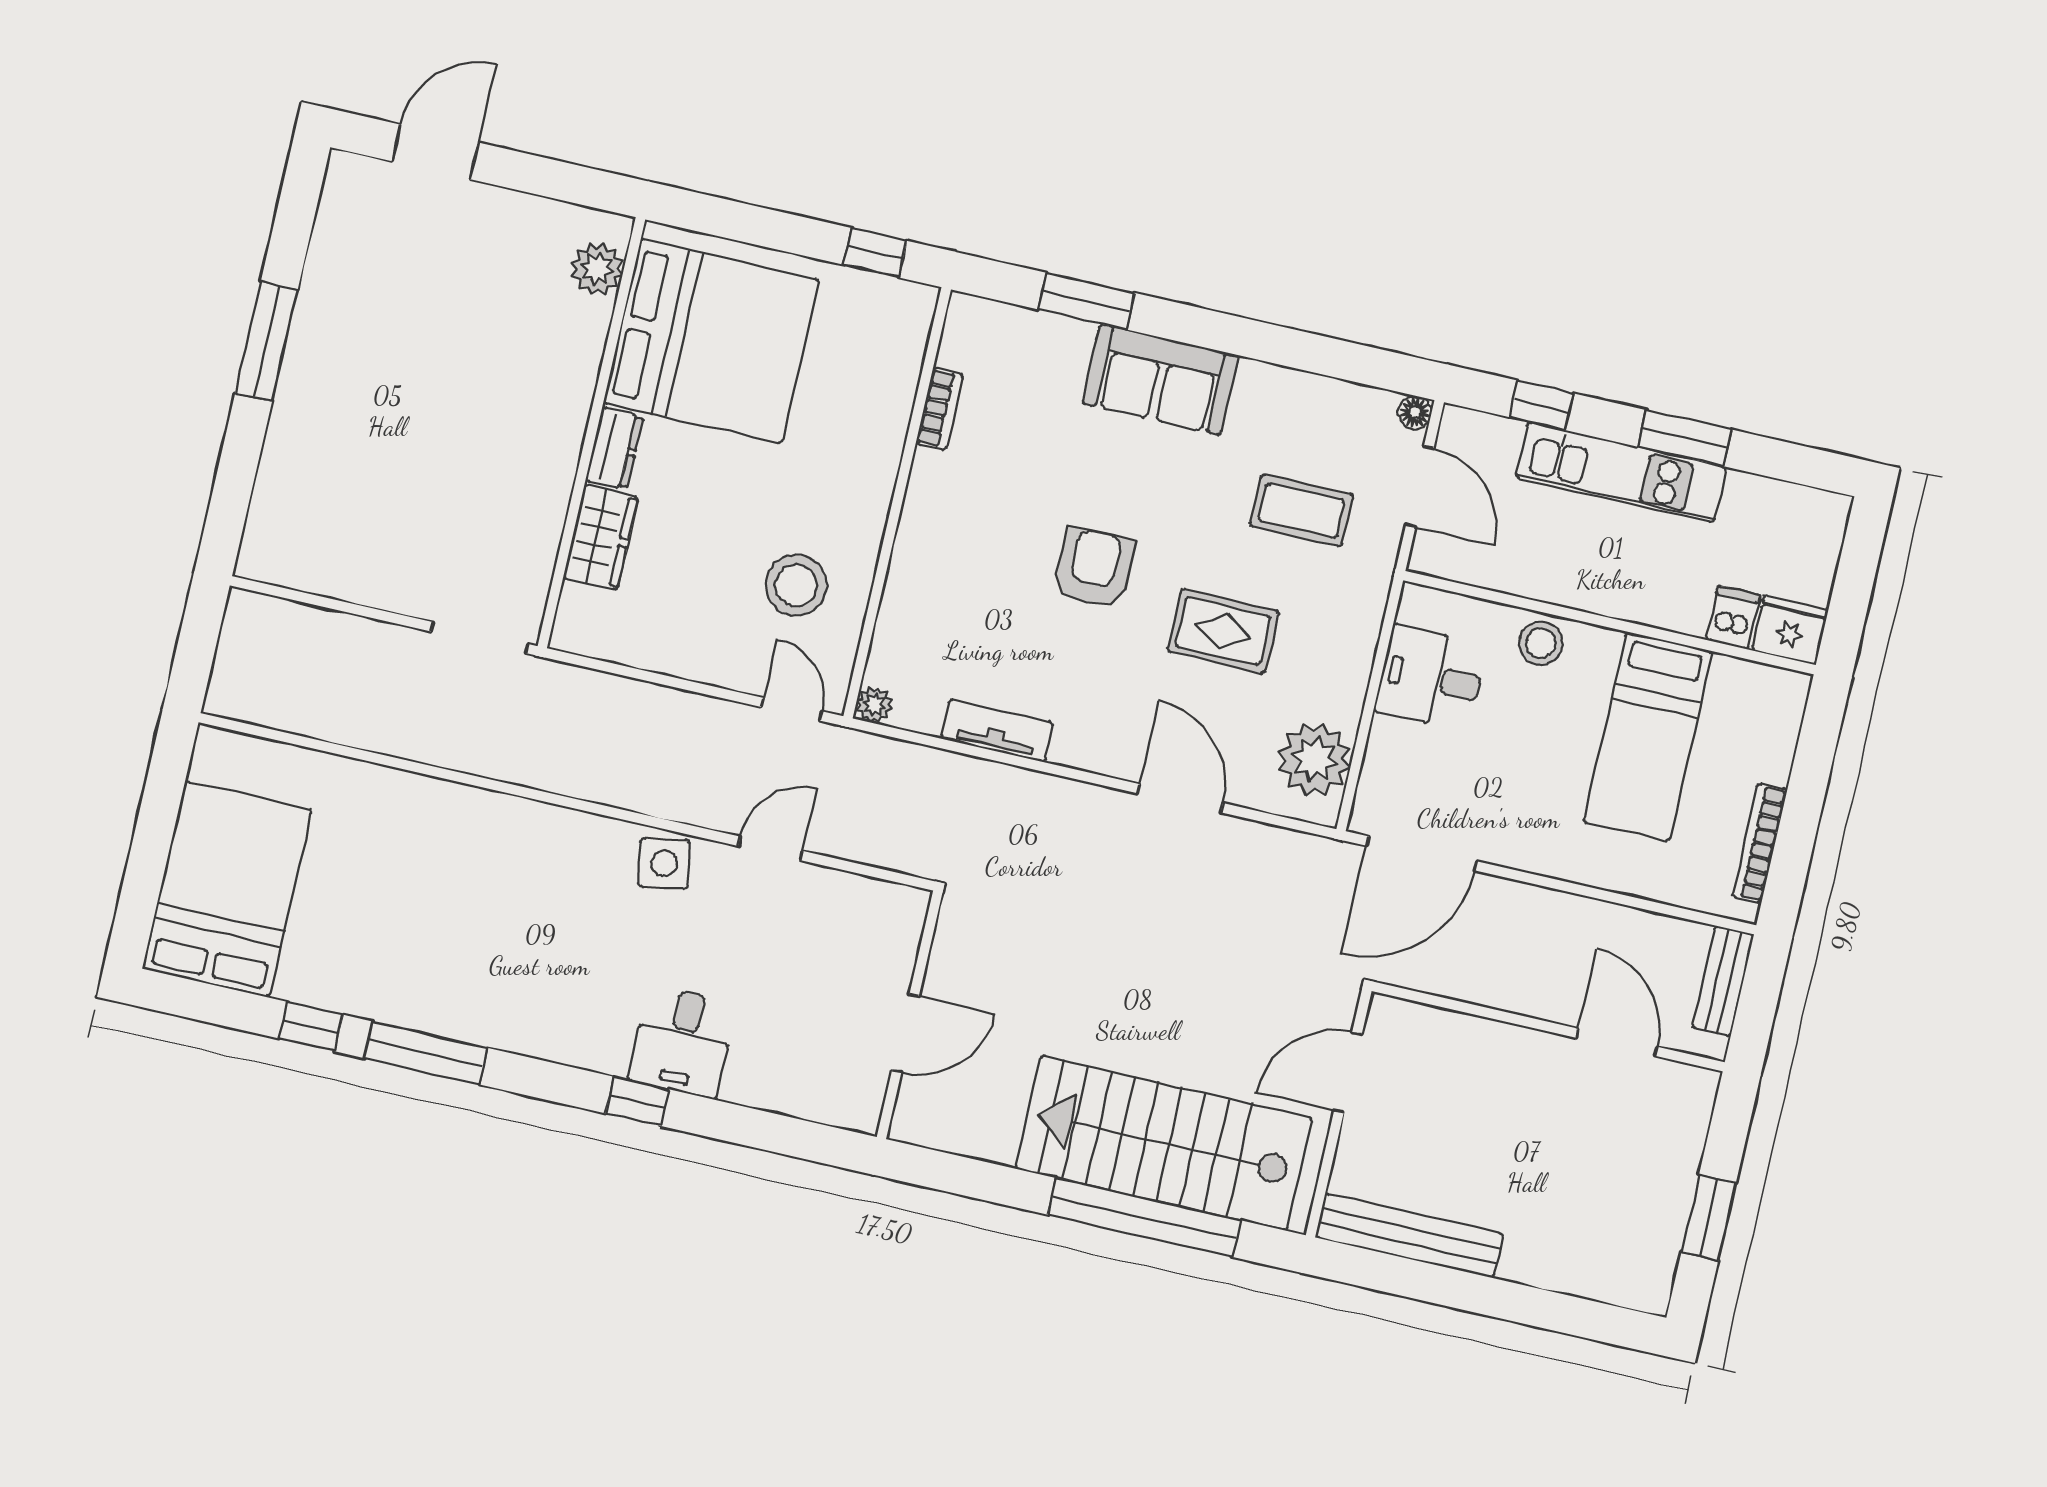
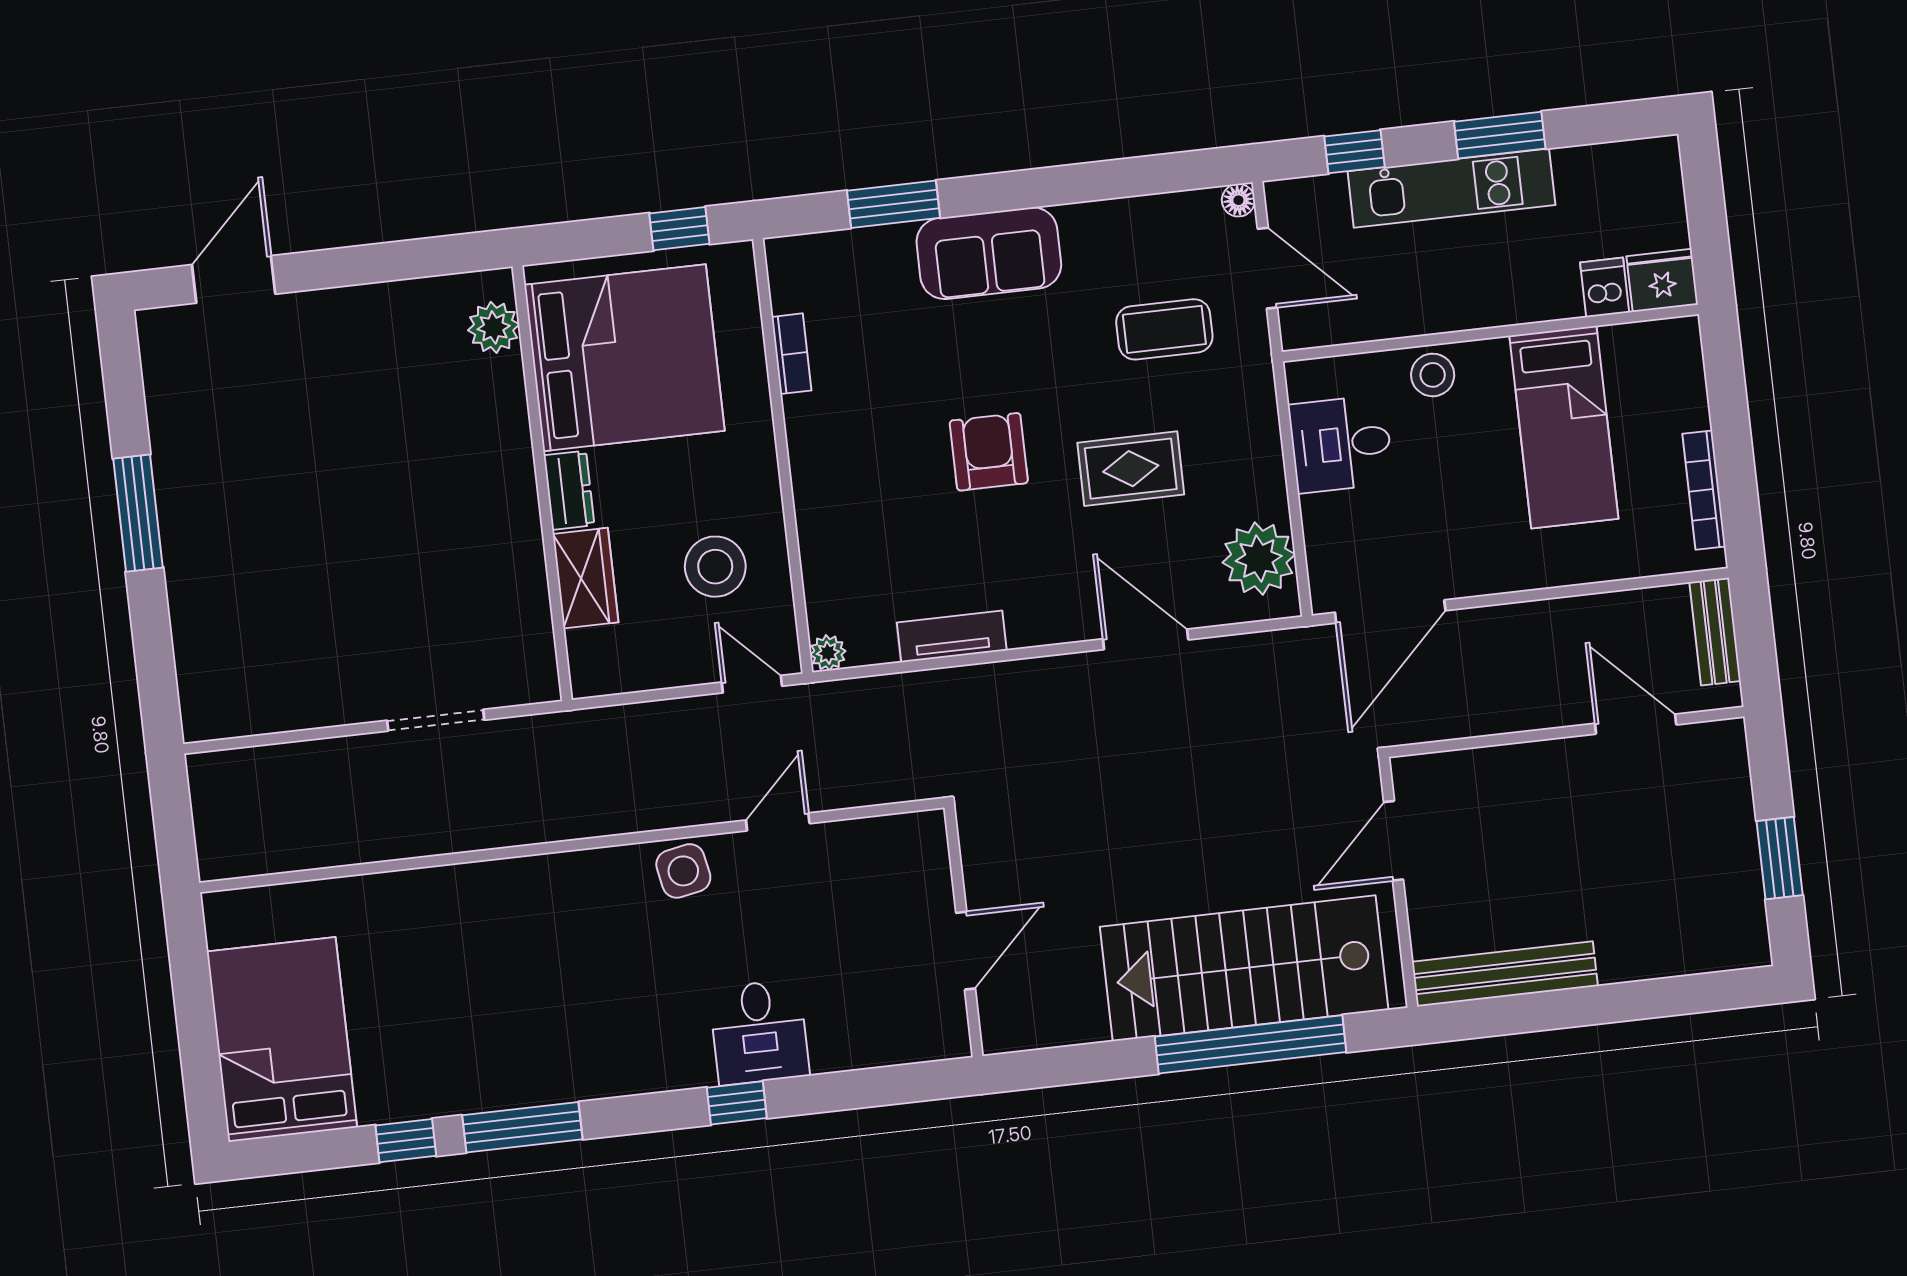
plant: (597, 269) -> (494, 327), moved
bed: (711, 341) -> (624, 358), moved
wall: (591, 433) -> (542, 483), moved
dresser: (614, 448) -> (569, 490), moved
wardrobe: (601, 537) -> (586, 578), moved

